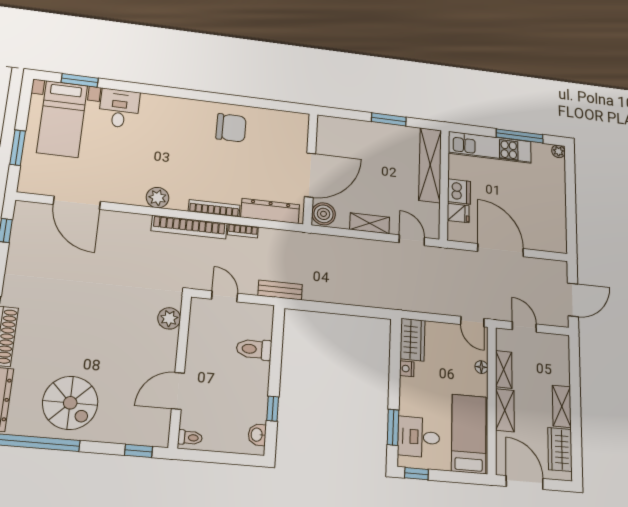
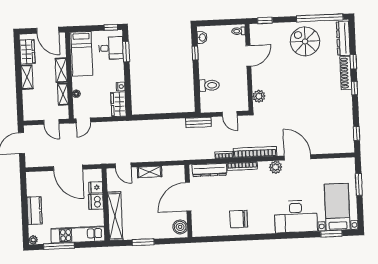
desk: (119, 108) -> (296, 217), width x1.87, depth x1.30
kitchen counter: (555, 194) -> (34, 211), added
door: (77, 203) -> (298, 157), moved
boiler: (324, 214) -> (180, 227), moved
door: (472, 322) -> (83, 120), swing flipped

